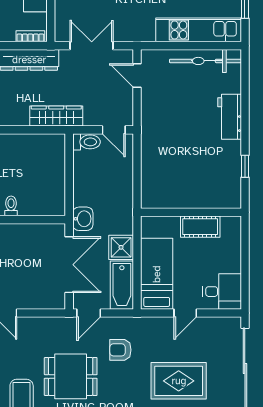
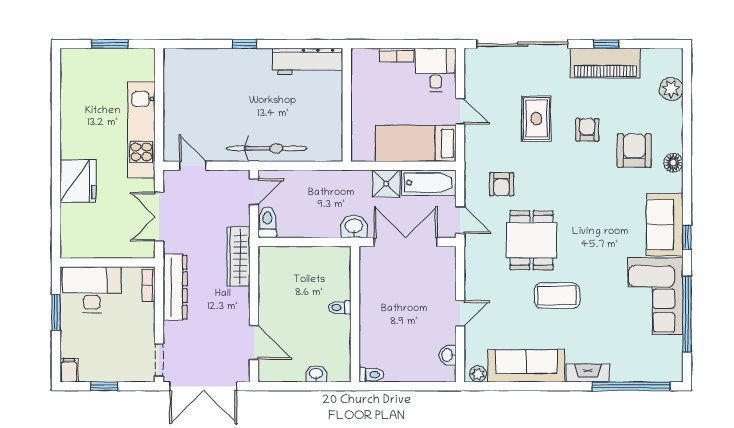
kitchen unit: (199, 30) -> (141, 130), moved
bicycle: (205, 61) -> (267, 148), moved, turned -90
door: (137, 76) -> (193, 166), swing flipped
workbench: (230, 117) -> (307, 61), moved, width x1.37
window: (245, 166) -> (245, 44), moved
cot: (200, 227) -> (363, 94), removed
bookcase: (235, 257) -> (397, 55), added
rug: (179, 381) -> (536, 119), width x0.73, depth x0.70

